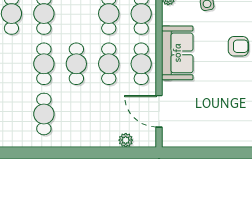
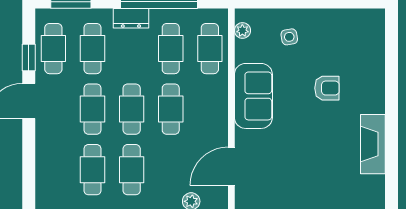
cafe table: (141, 64) -> (132, 170), moved
door: (159, 111) -> (231, 166), hinge flipped

